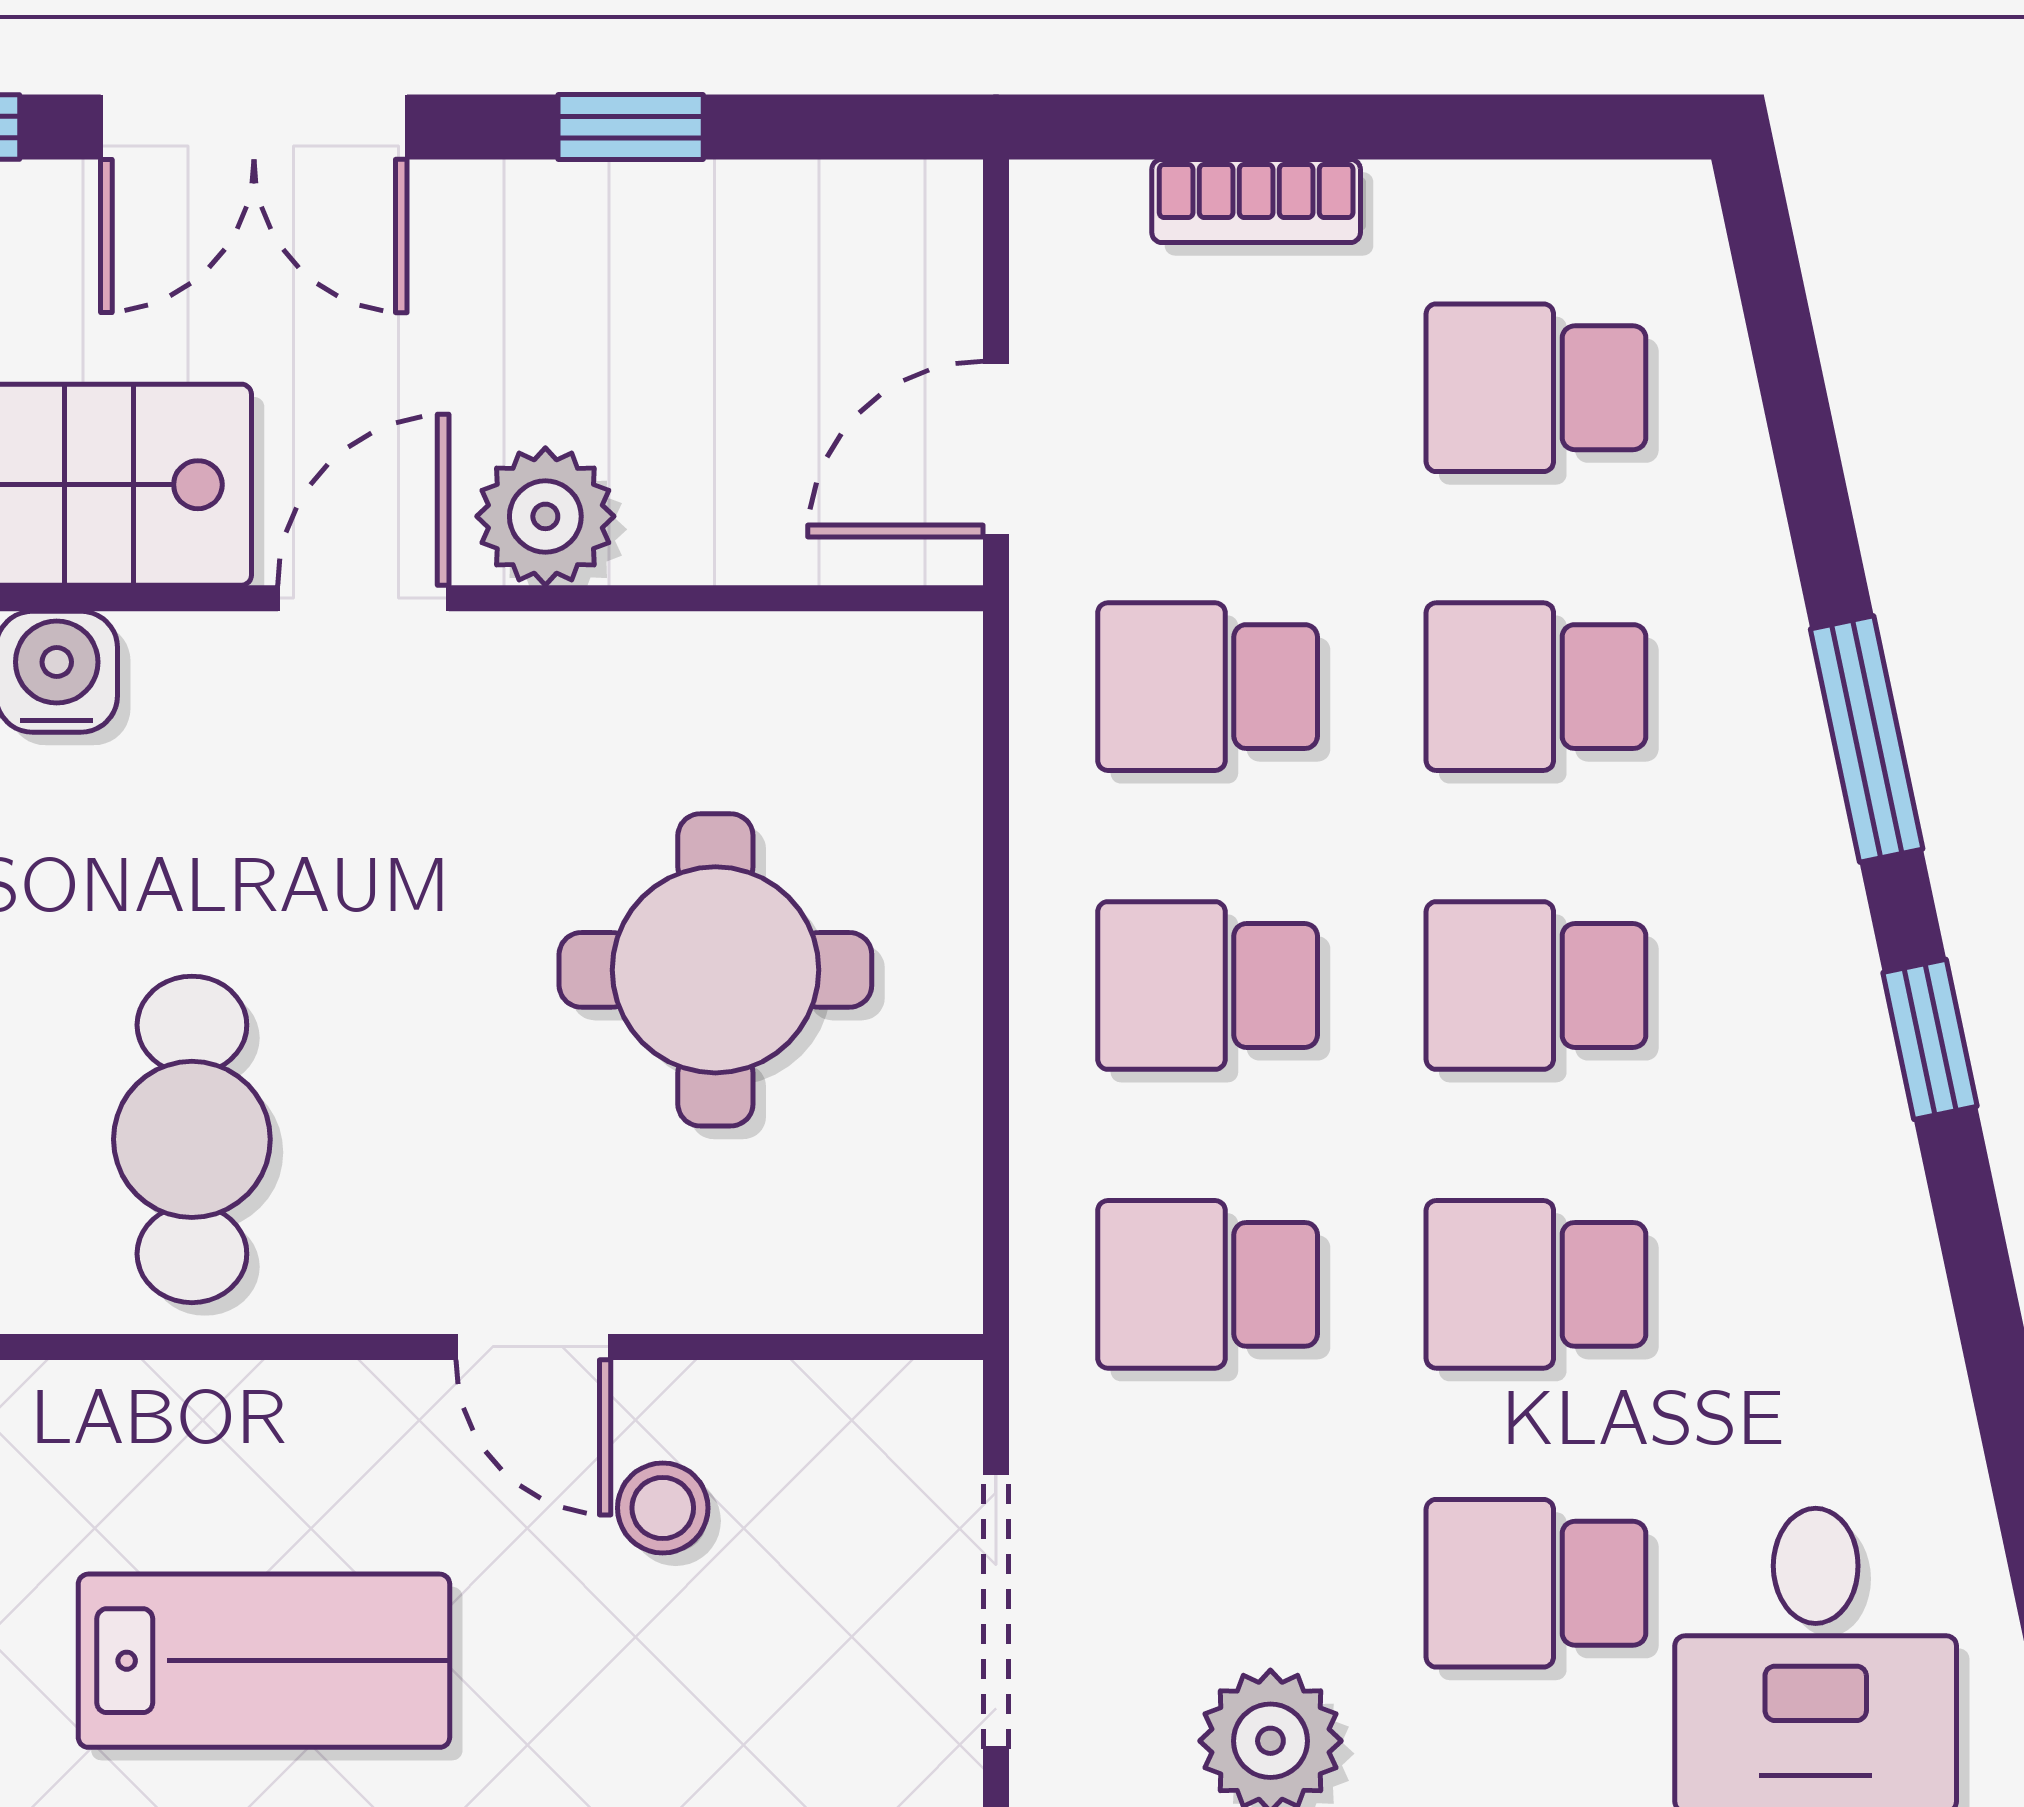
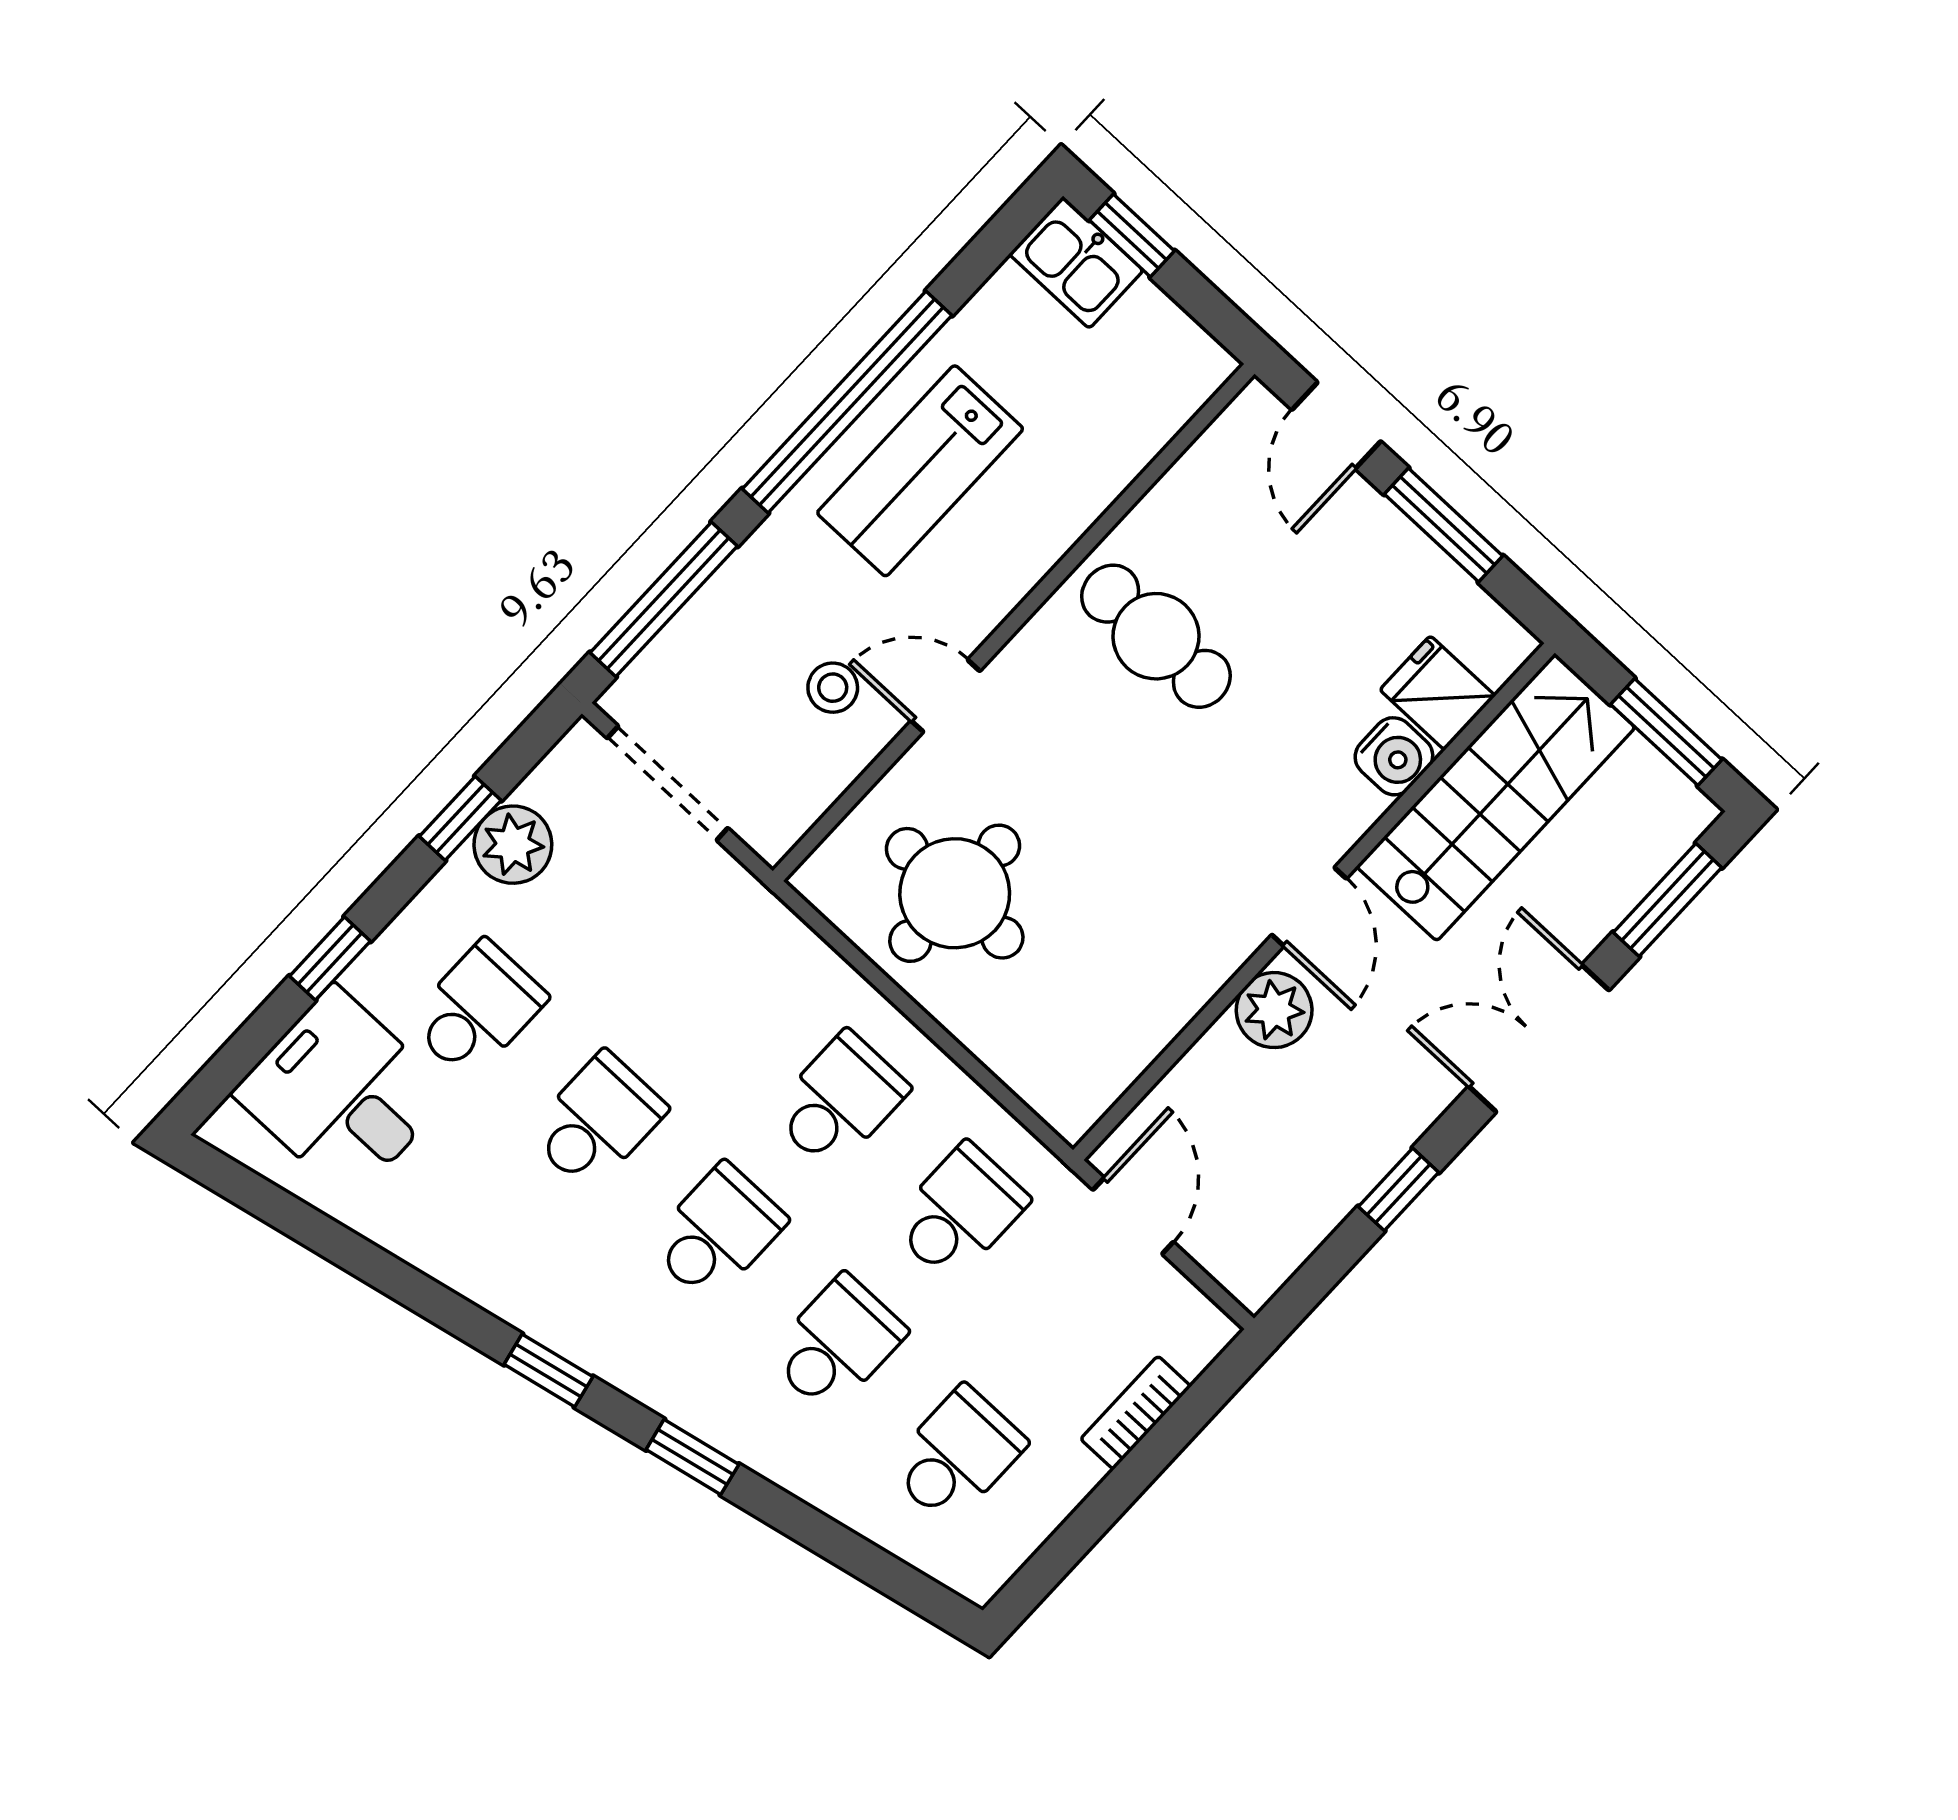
window: (1867, 739) -> (692, 1457), width x0.67
round table: (715, 970) -> (955, 893), moved
school desk: (1208, 1284) -> (719, 989), removed

